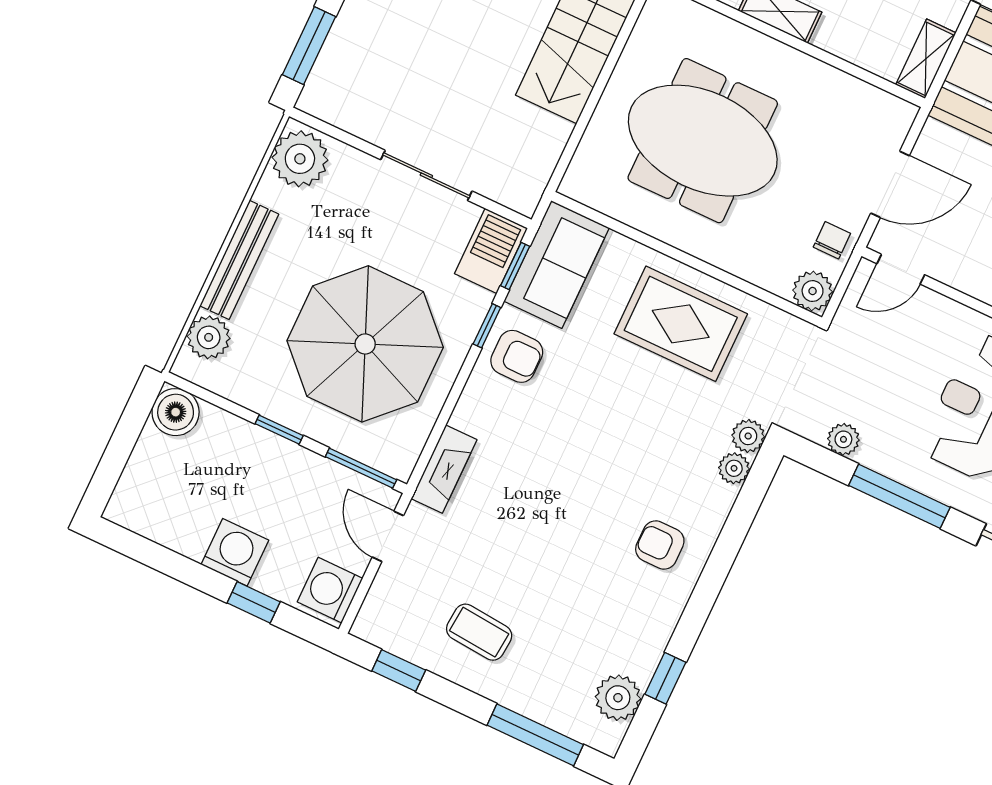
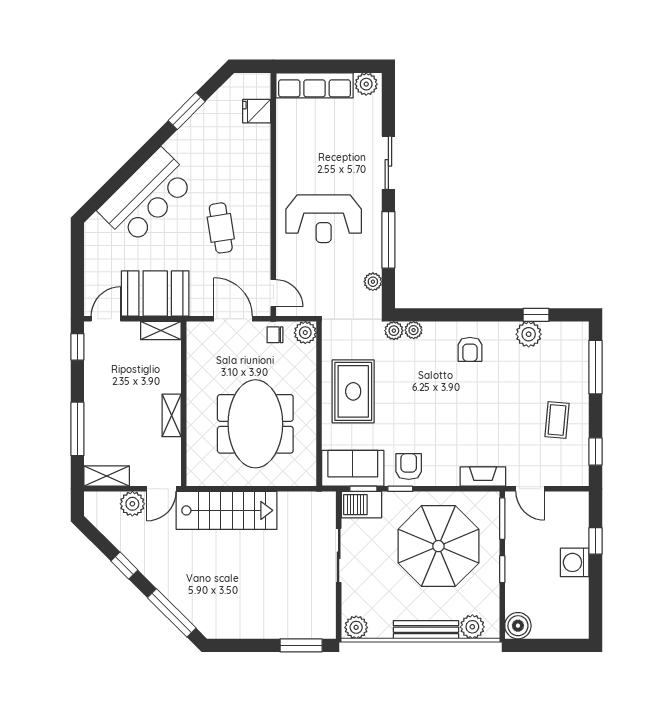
plant: (300, 159) -> (356, 627), width x0.73, depth x0.73
door: (388, 536) -> (530, 489), hinge flipped
washing machine: (330, 590) -> (571, 505), removed
plant: (618, 698) -> (529, 334), moved

